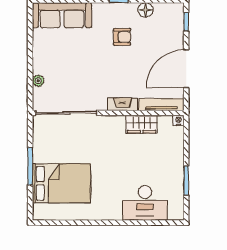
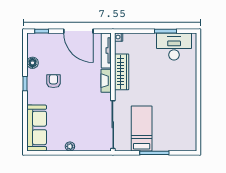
plant: (38, 81) -> (70, 146), moved
wardrobe: (142, 124) -> (122, 72), width x1.50
bed: (61, 183) -> (142, 128), moved, width x0.67
desk: (145, 203) -> (174, 46), moved, turned -90

